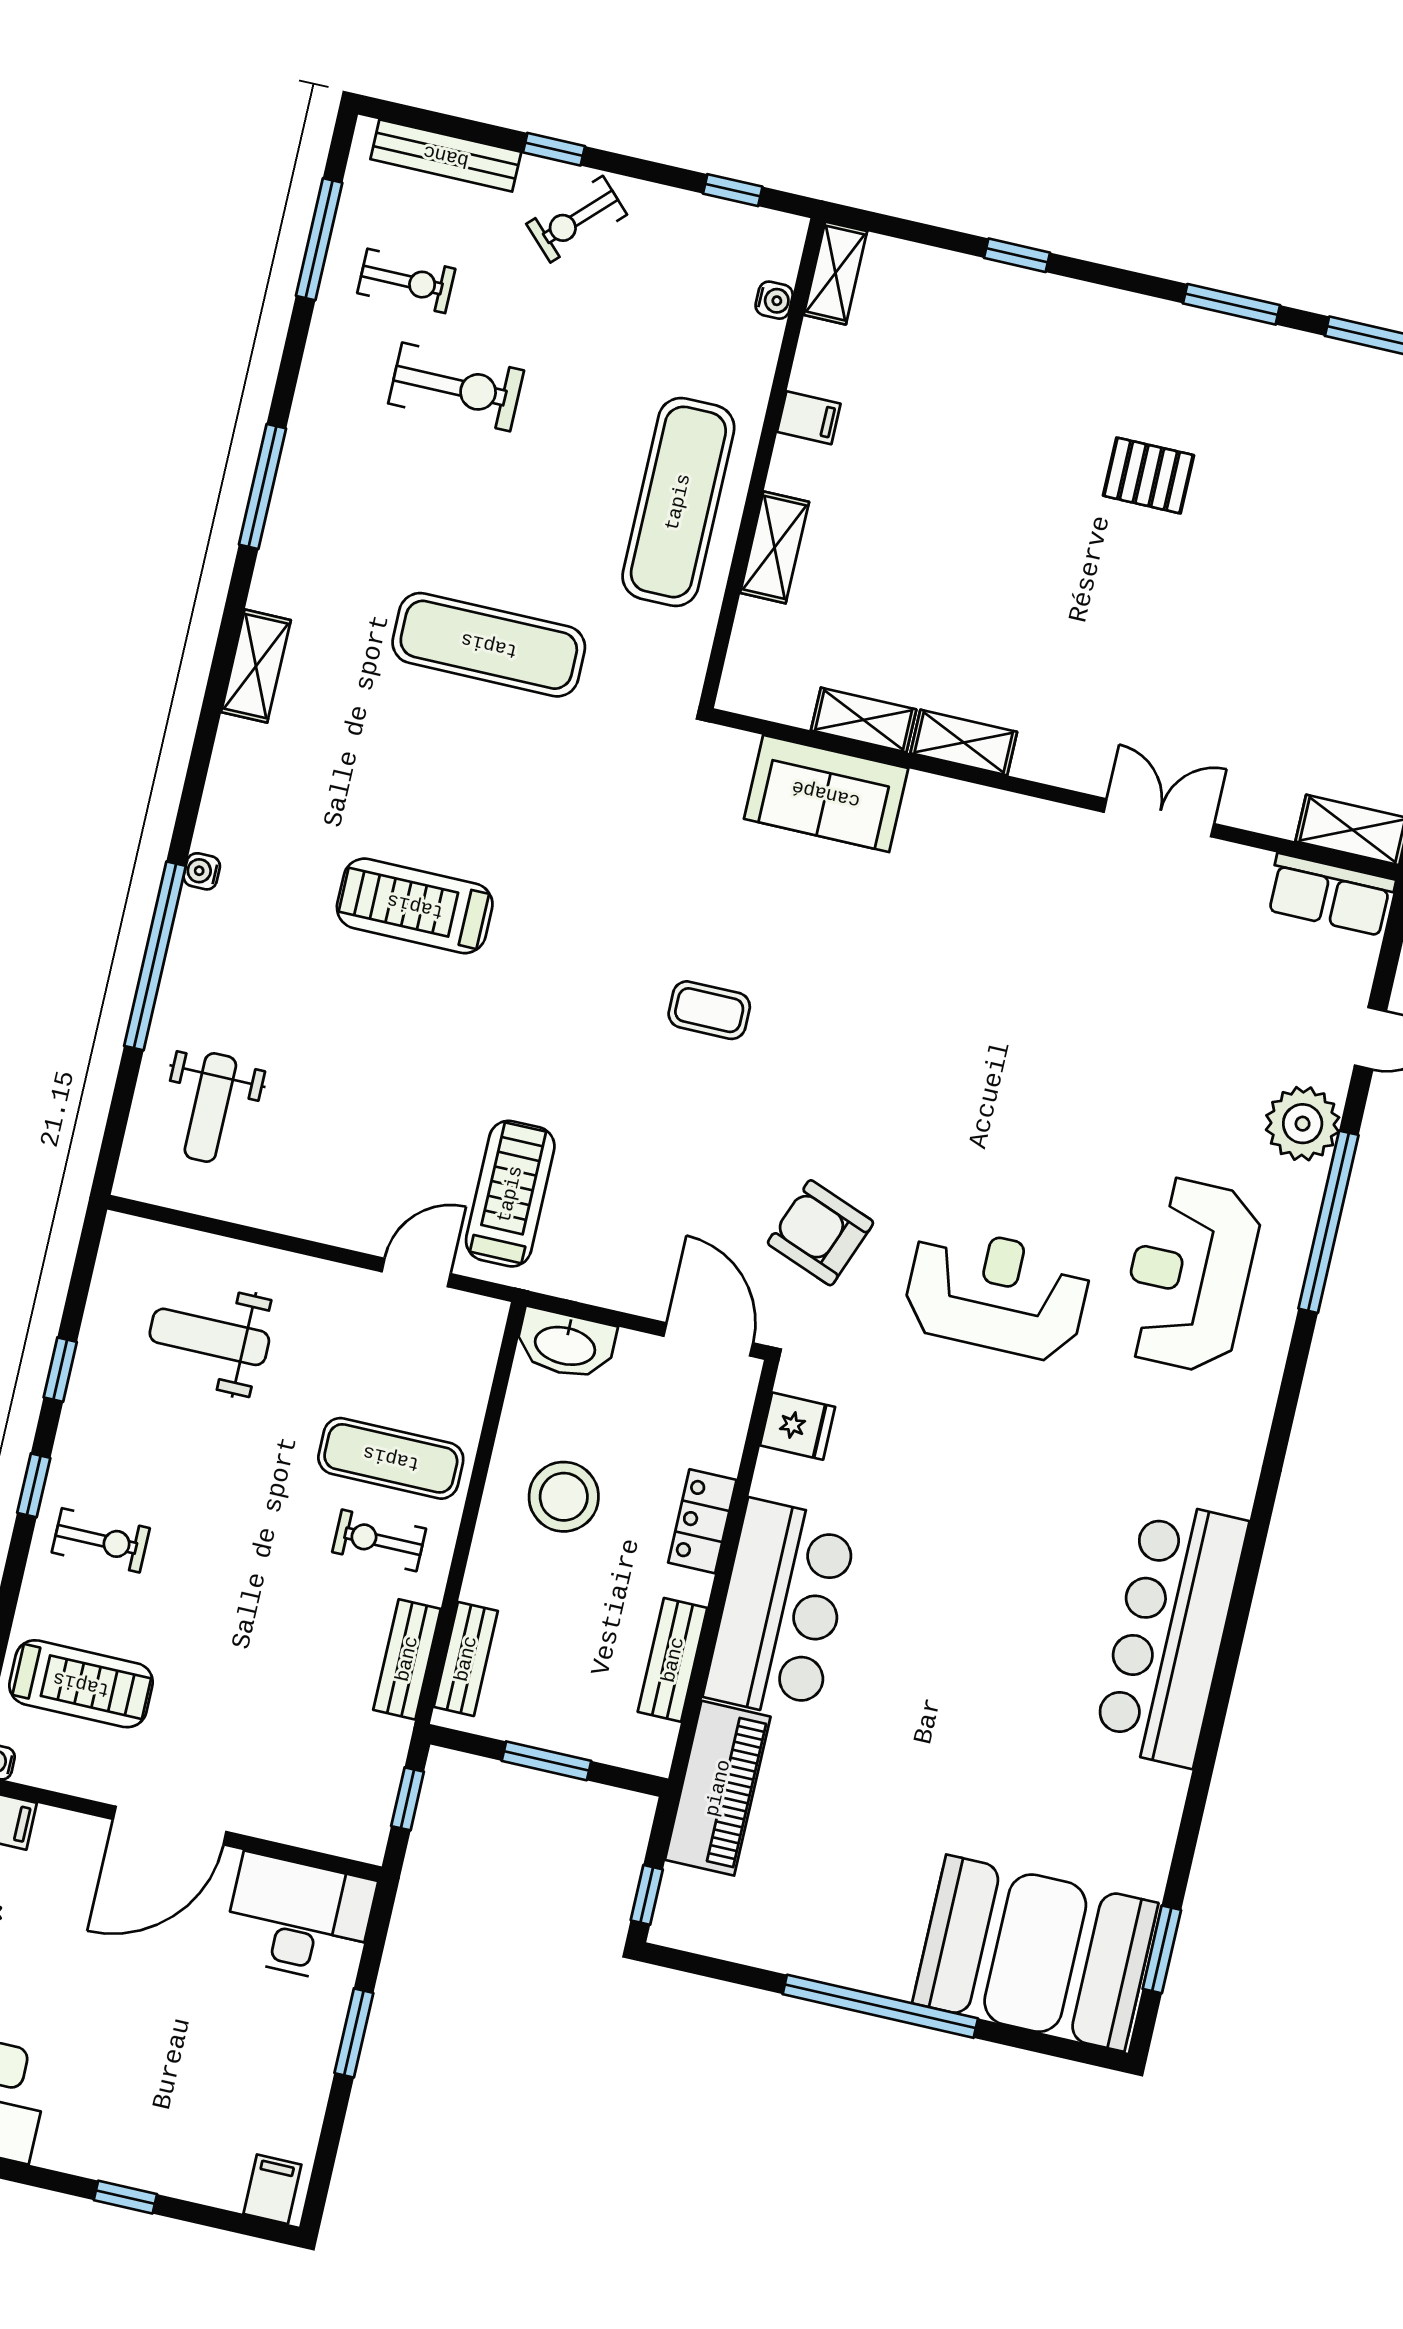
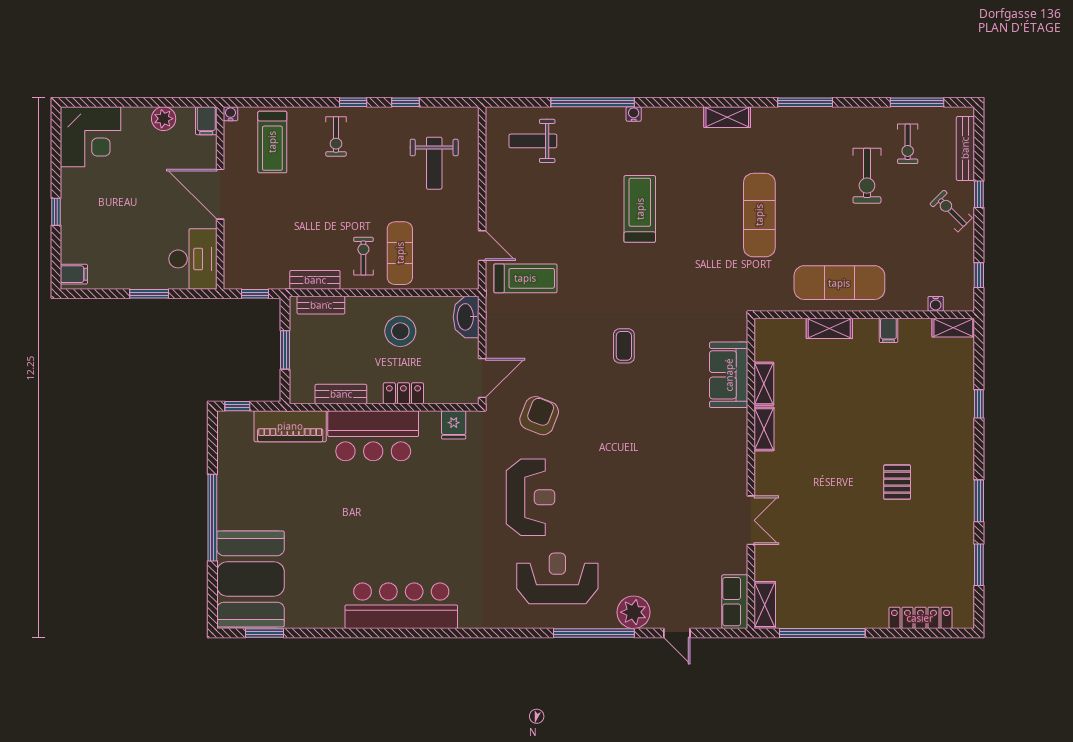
weight bench: (209, 1337) -> (434, 163), turned 180

